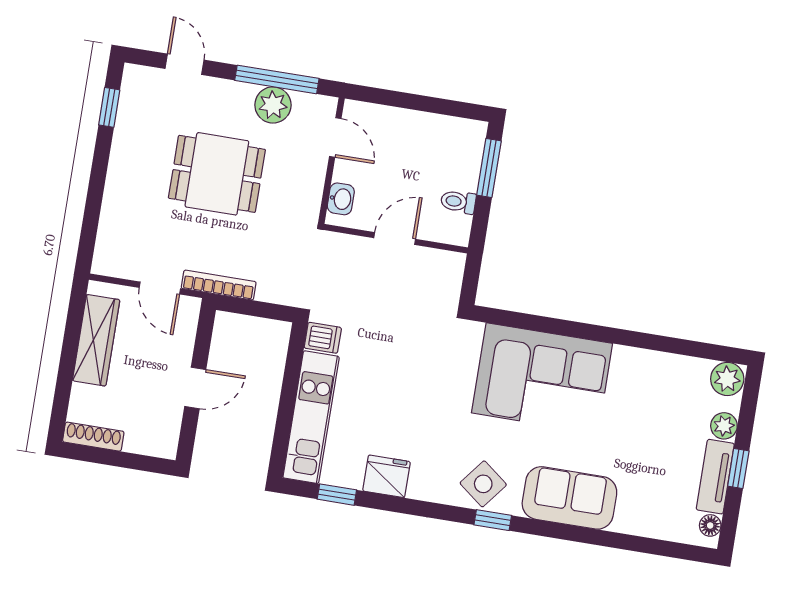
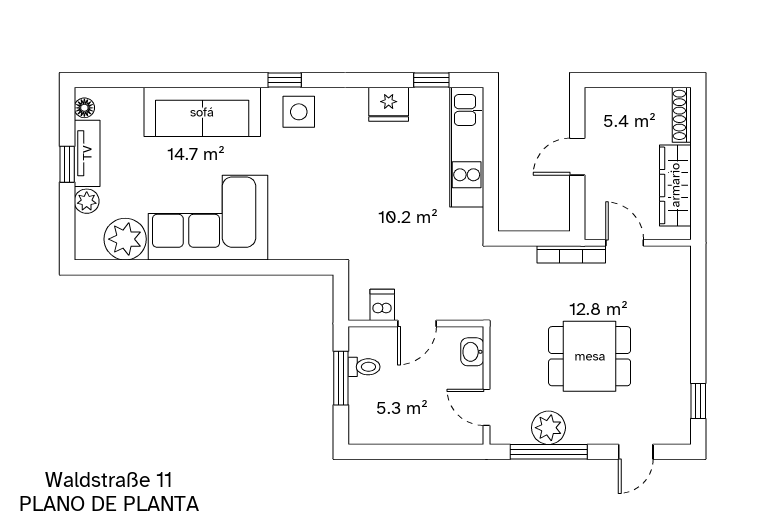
door: (184, 64) -> (636, 452), hinge flipped
window: (489, 168) -> (341, 378), moved
dishwasher: (323, 338) -> (382, 305), moved, turned 90
corner sofa: (542, 378) -> (208, 218), moved
plant: (727, 379) -> (125, 239), moved, width x1.36, depth x1.36
shoe rack: (93, 437) -> (682, 115), moved, turned 90
side table: (483, 484) -> (299, 112), turned -38
sofa: (569, 498) -> (202, 112), width x1.36

